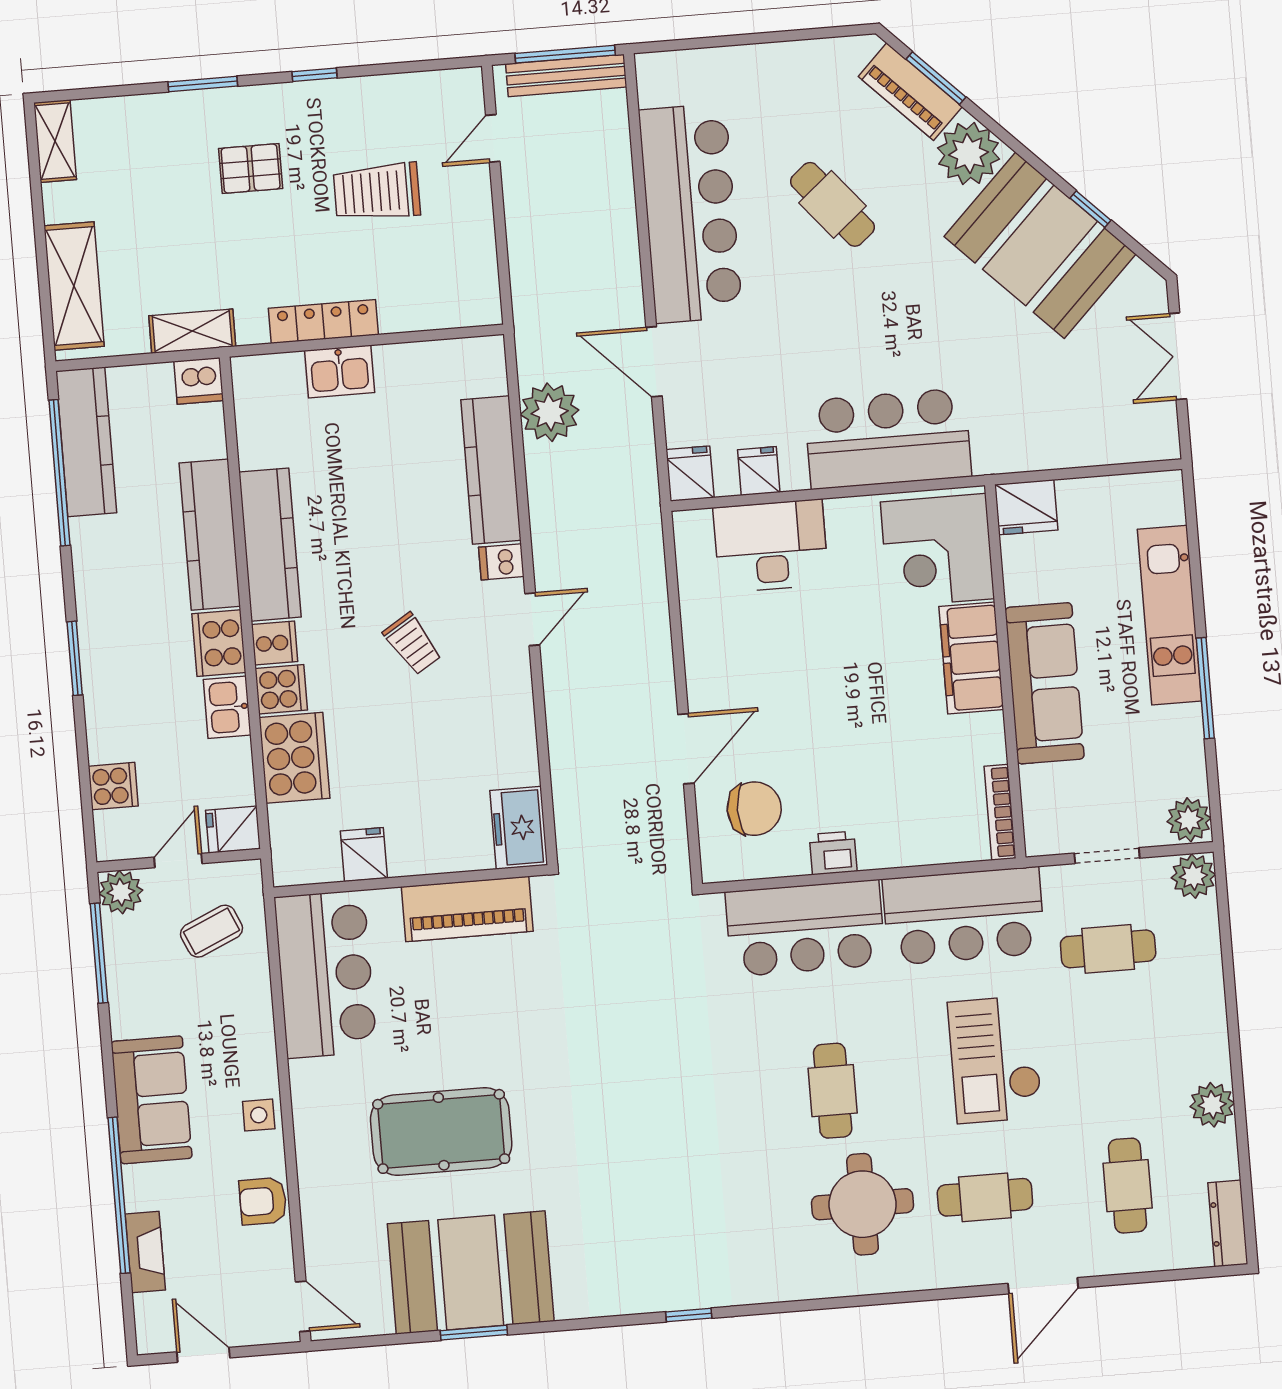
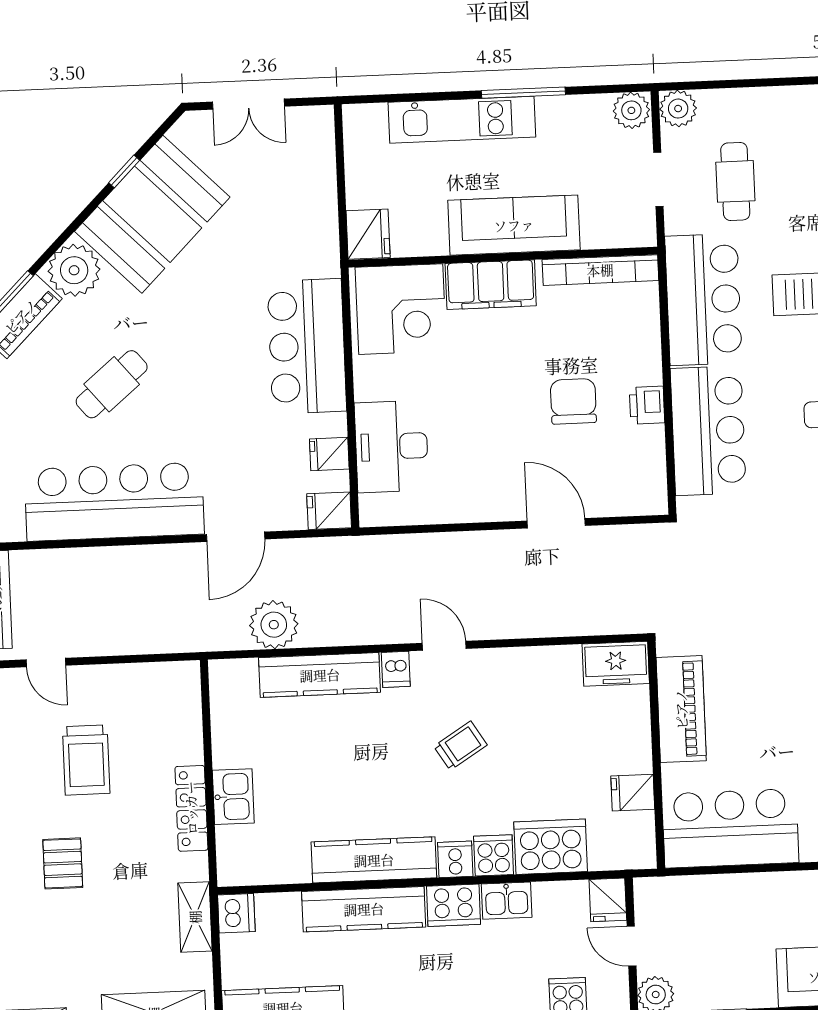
chair: (754, 809) -> (573, 401), moved
bookcase: (1000, 812) -> (600, 270), width x1.48, depth x1.31
coffee table: (212, 931) -> (691, 921), removed

